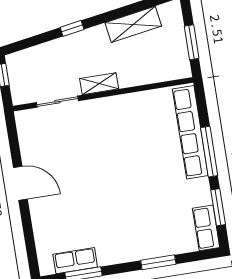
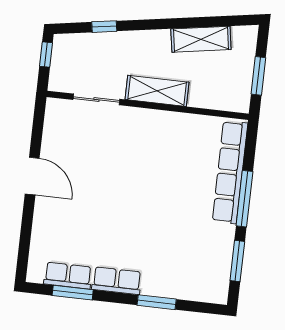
window: (72, 28) -> (104, 27), moved
shelving: (99, 84) -> (157, 91), width x1.50, depth x1.33
row of seats: (206, 228) -> (117, 281), moved, turned 90

